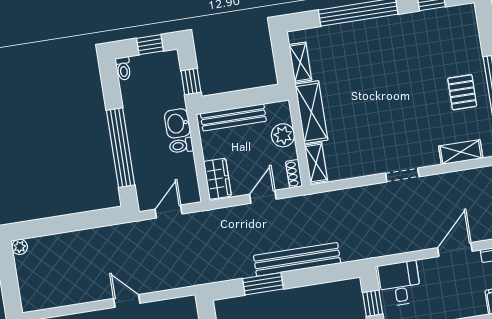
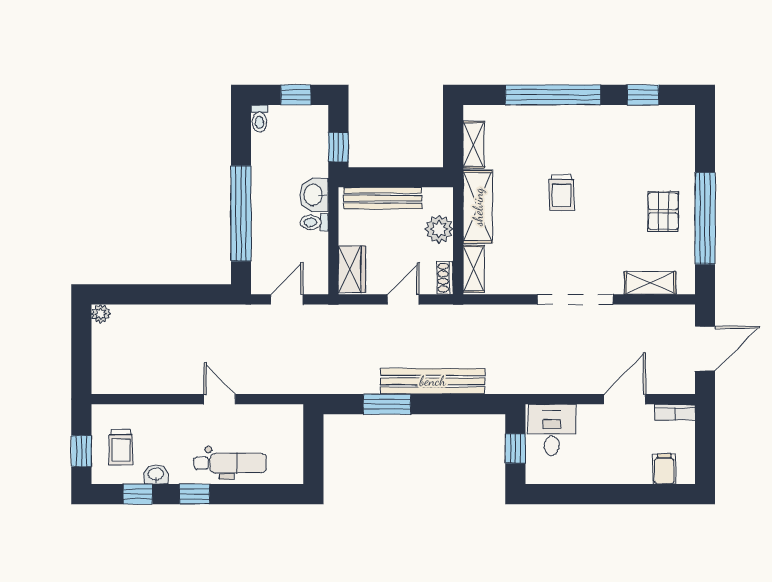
trolley: (377, 90) -> (561, 193), added
doorway: (402, 175) -> (575, 299), width x1.87

